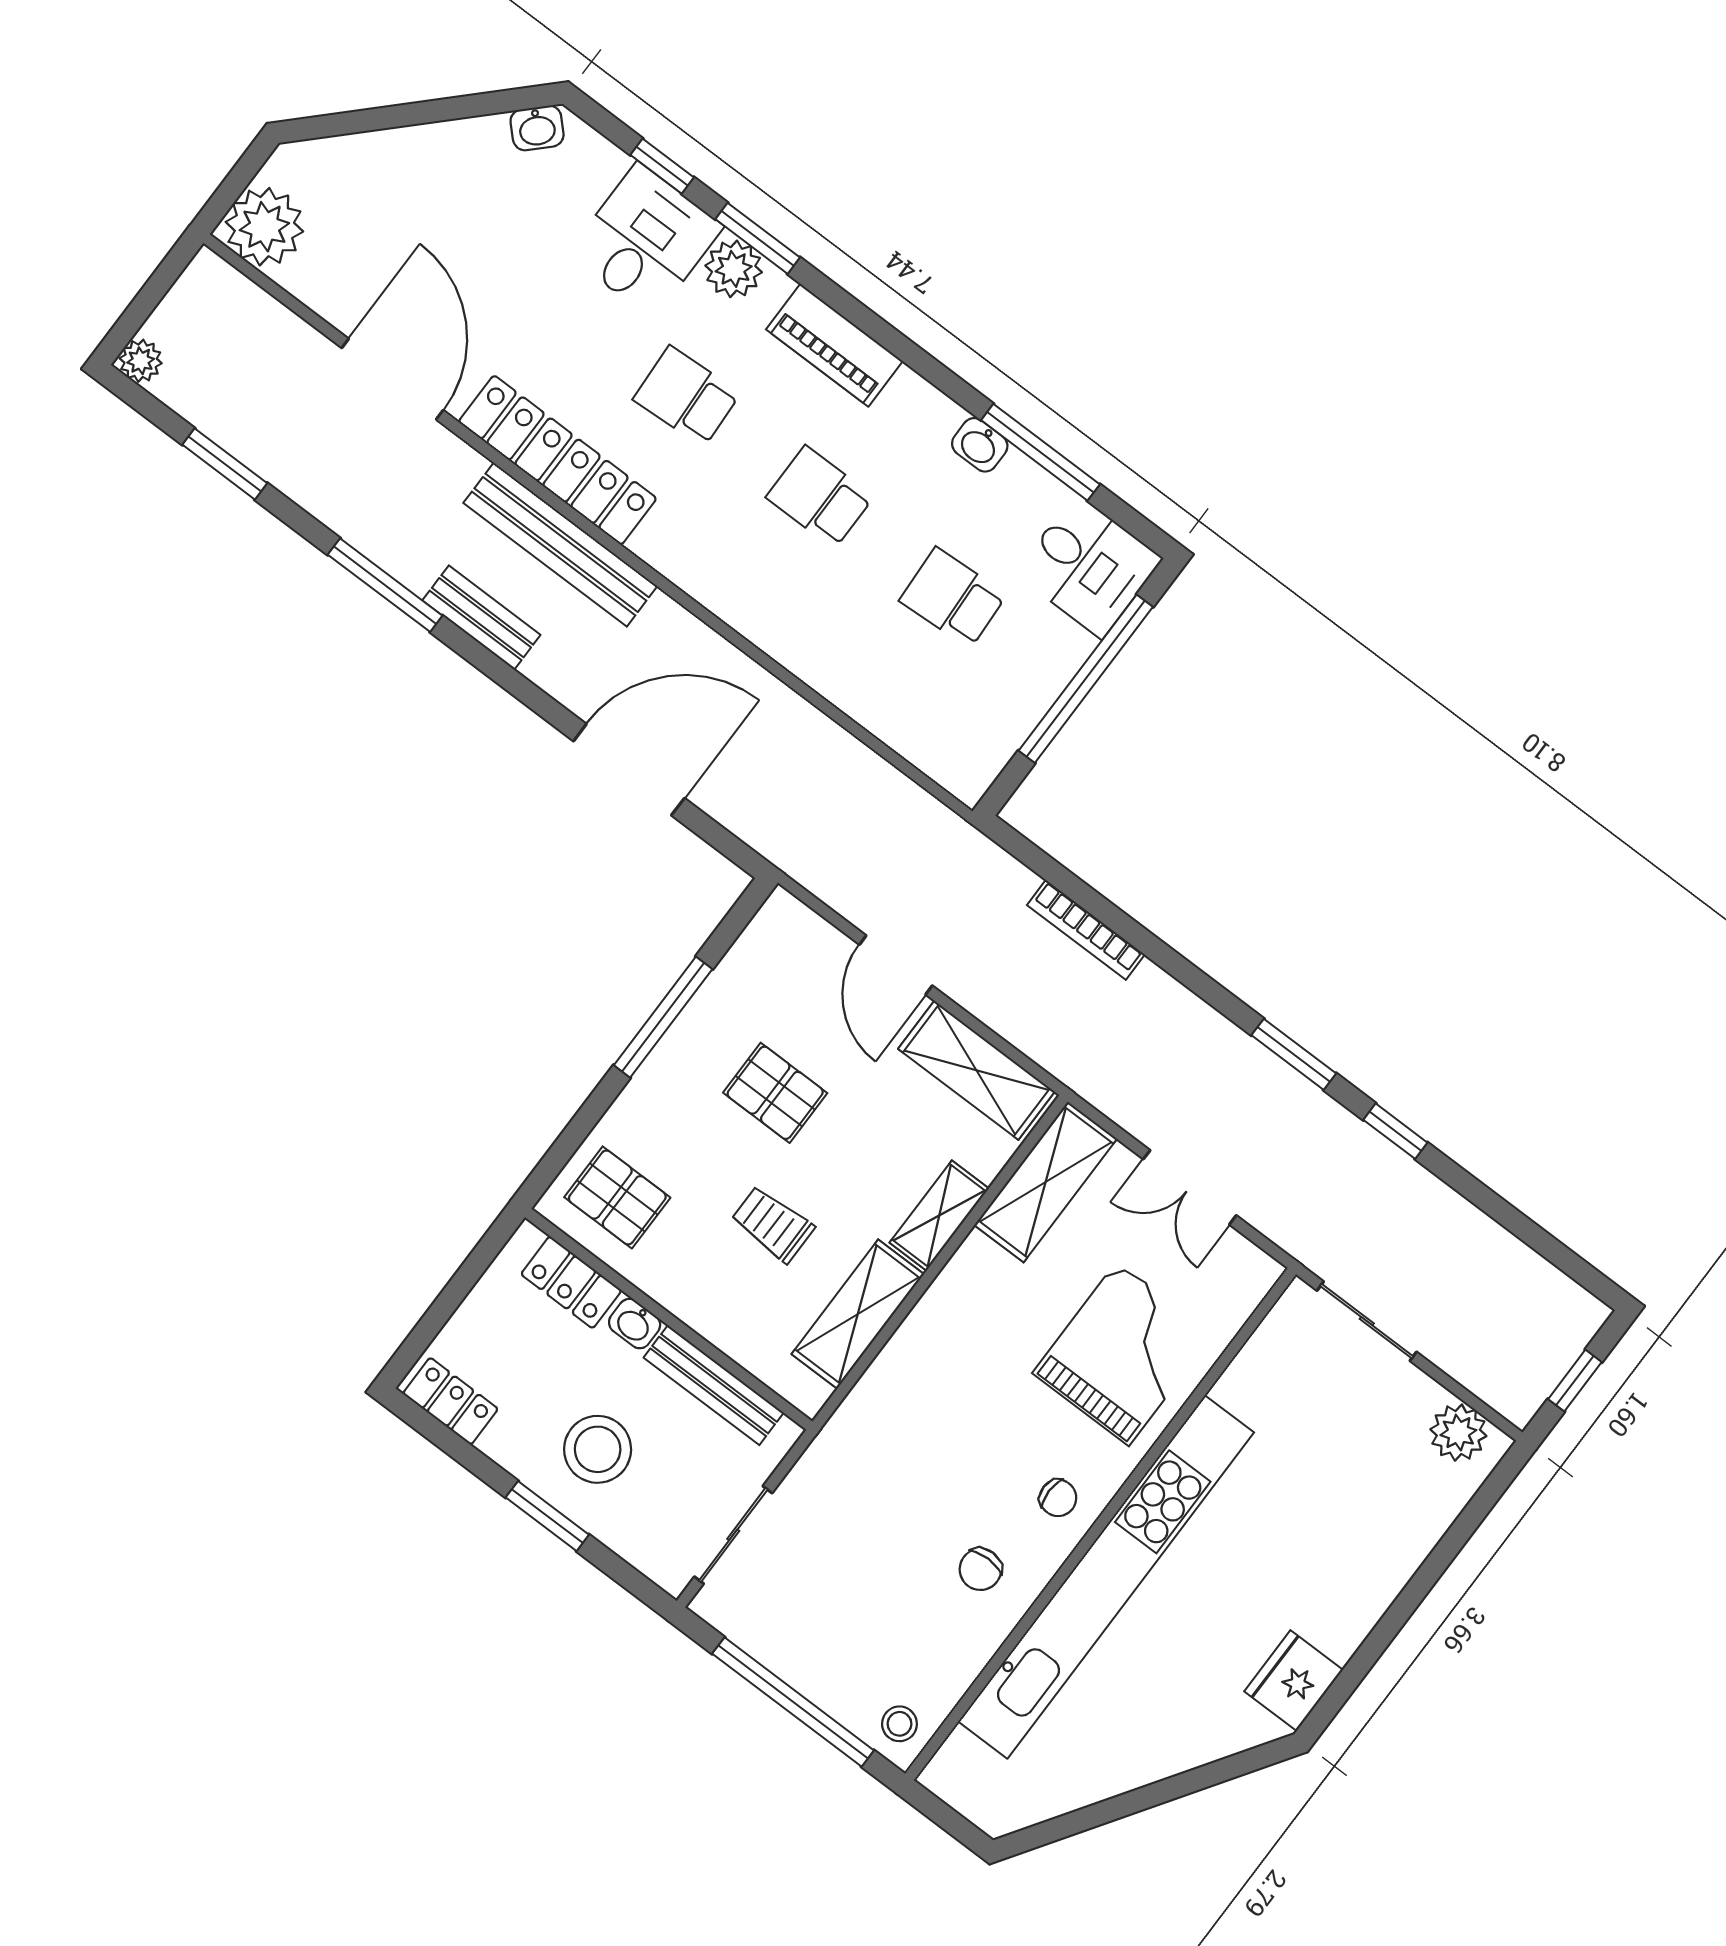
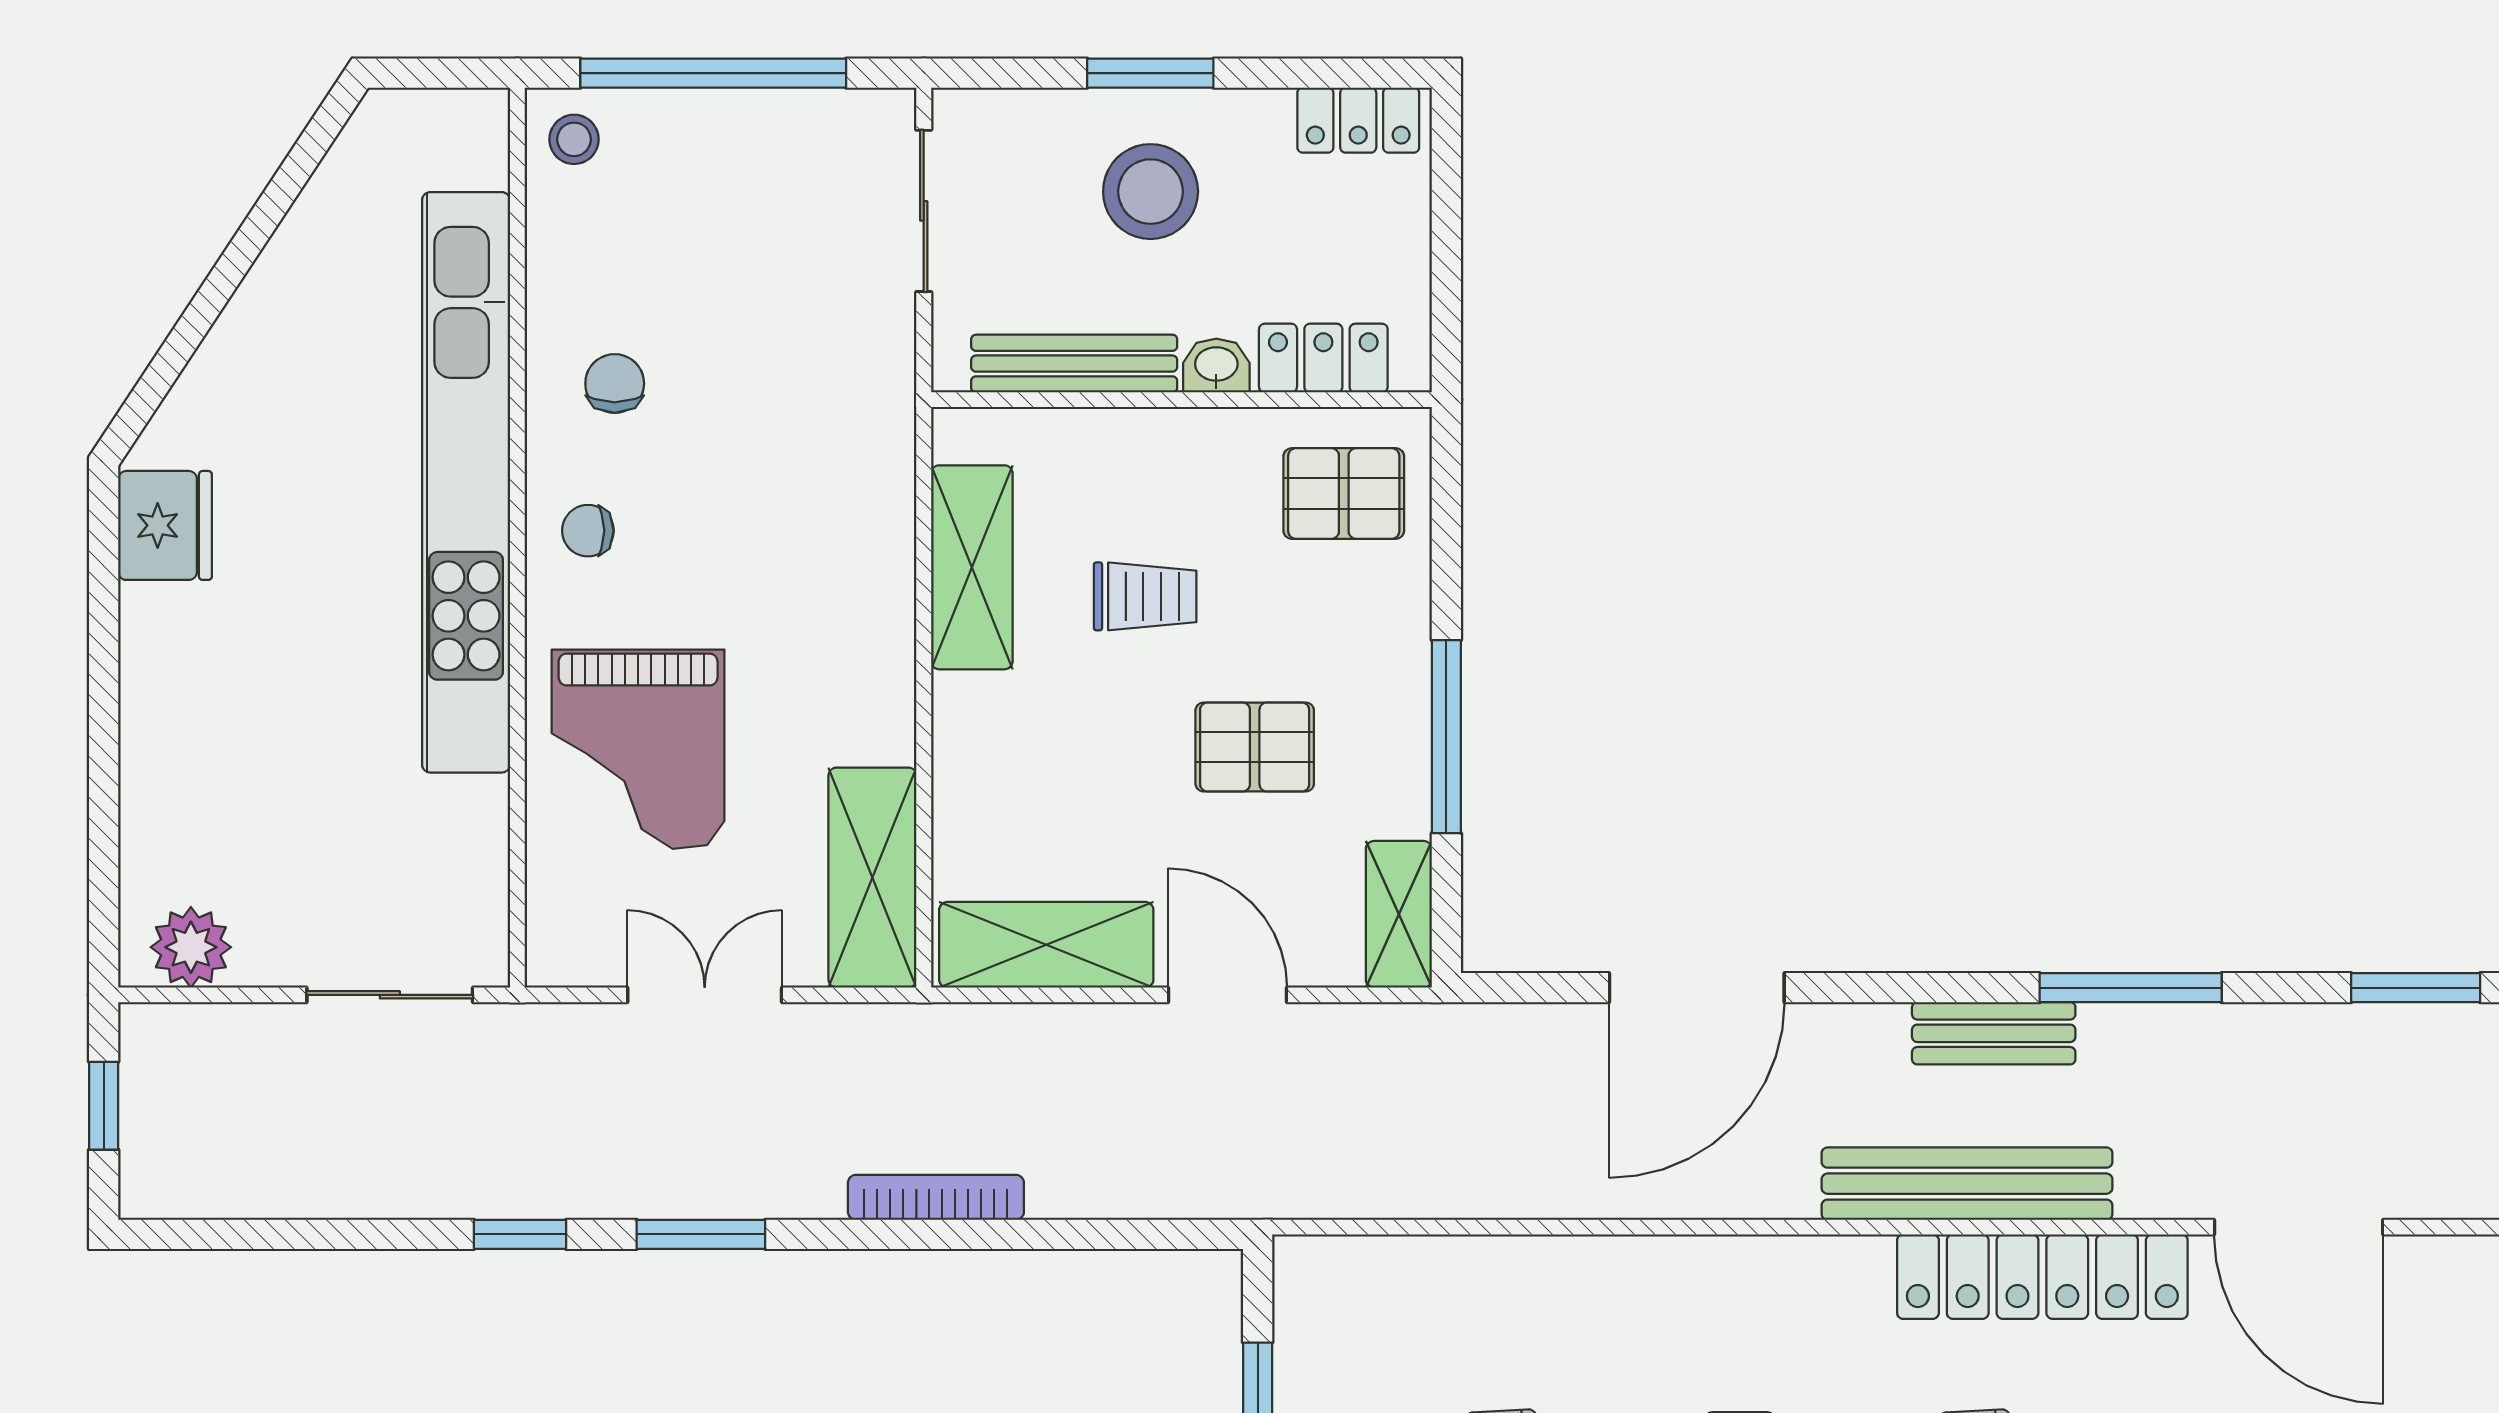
bookcase: (1086, 930) -> (936, 1197), moved
shelving: (939, 1216) -> (1399, 914), moved

